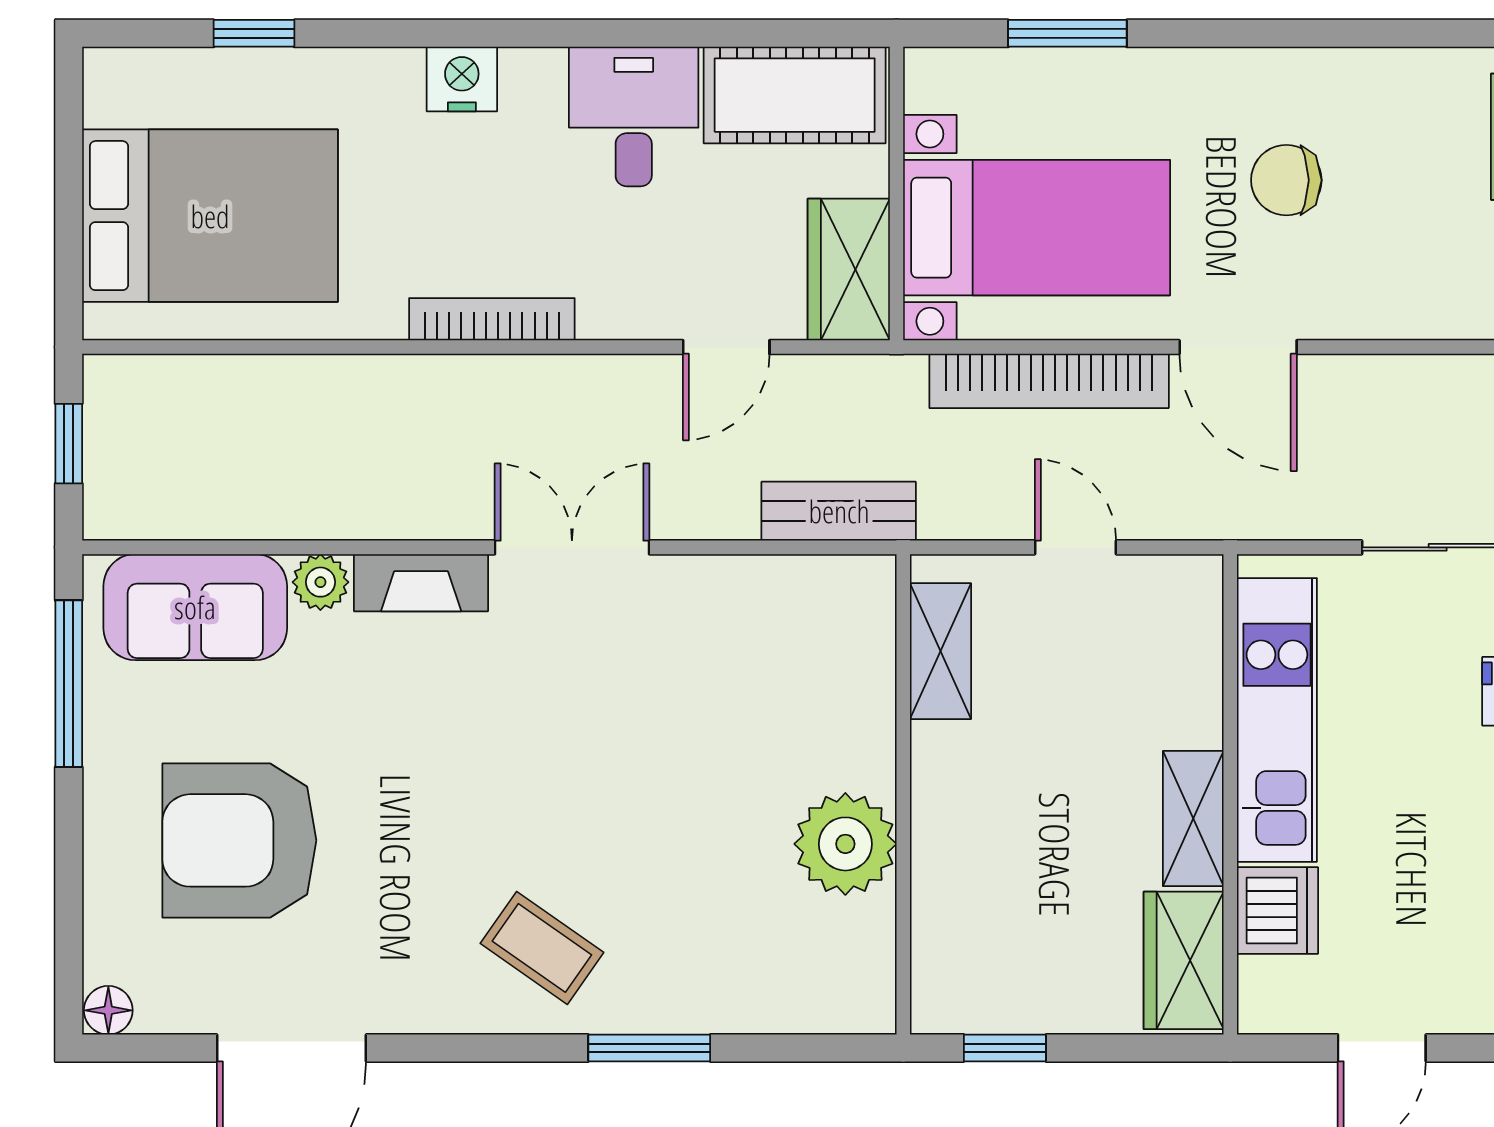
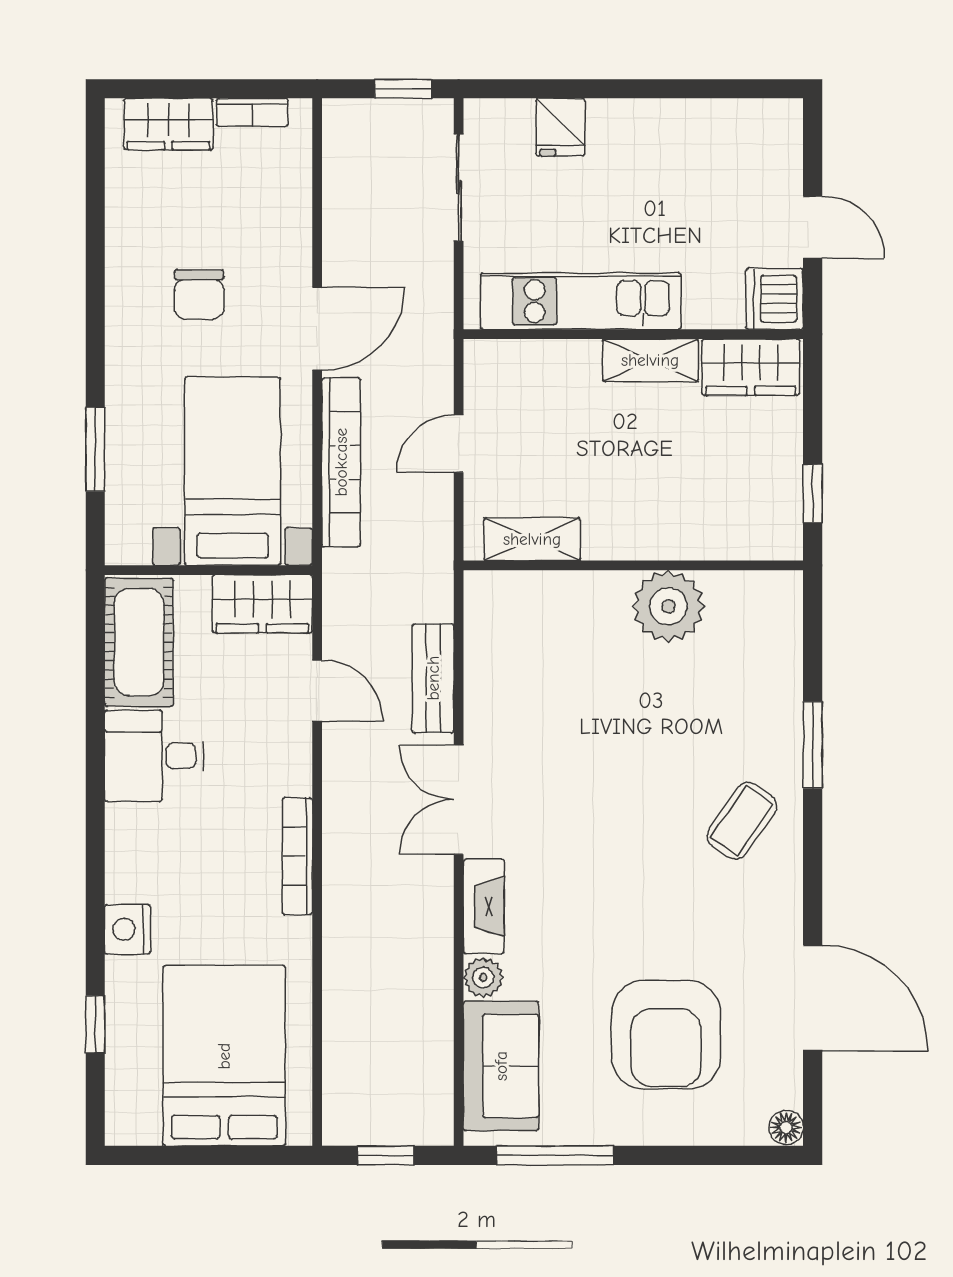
nightstand: (462, 79) -> (128, 929), moved
bench: (839, 511) -> (433, 678), moved
dishwasher: (1278, 911) -> (775, 299), moved, turned -90

